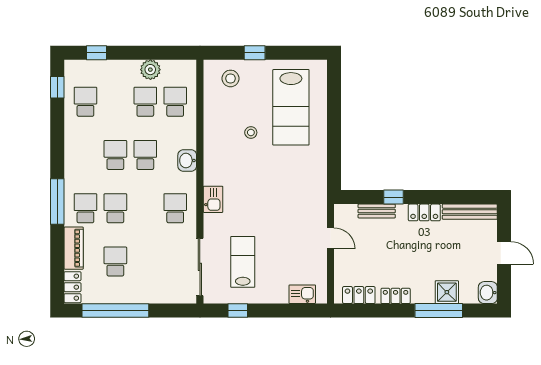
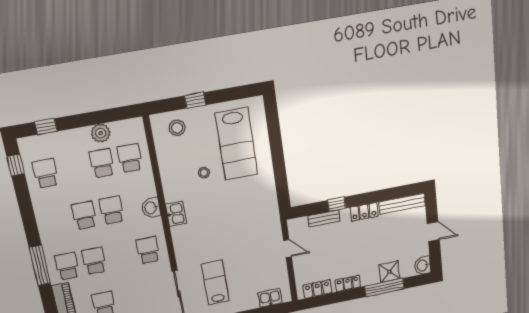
kitchen sink: (213, 199) -> (176, 214), moved

